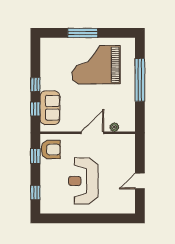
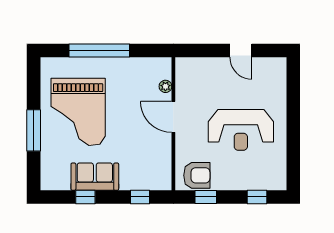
window: (35, 85) -> (85, 197), moved
sofa: (50, 108) -> (95, 177), moved
armchair: (51, 150) -> (197, 175), turned 90

